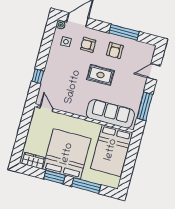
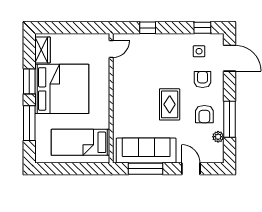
plant: (61, 25) -> (218, 137), moved
window: (49, 34) -> (202, 28), added
armchair: (115, 50) -> (204, 114), turned -90
sofa: (110, 114) -> (146, 151), moved, turned -90
bed: (111, 150) -> (80, 142), width x0.67

